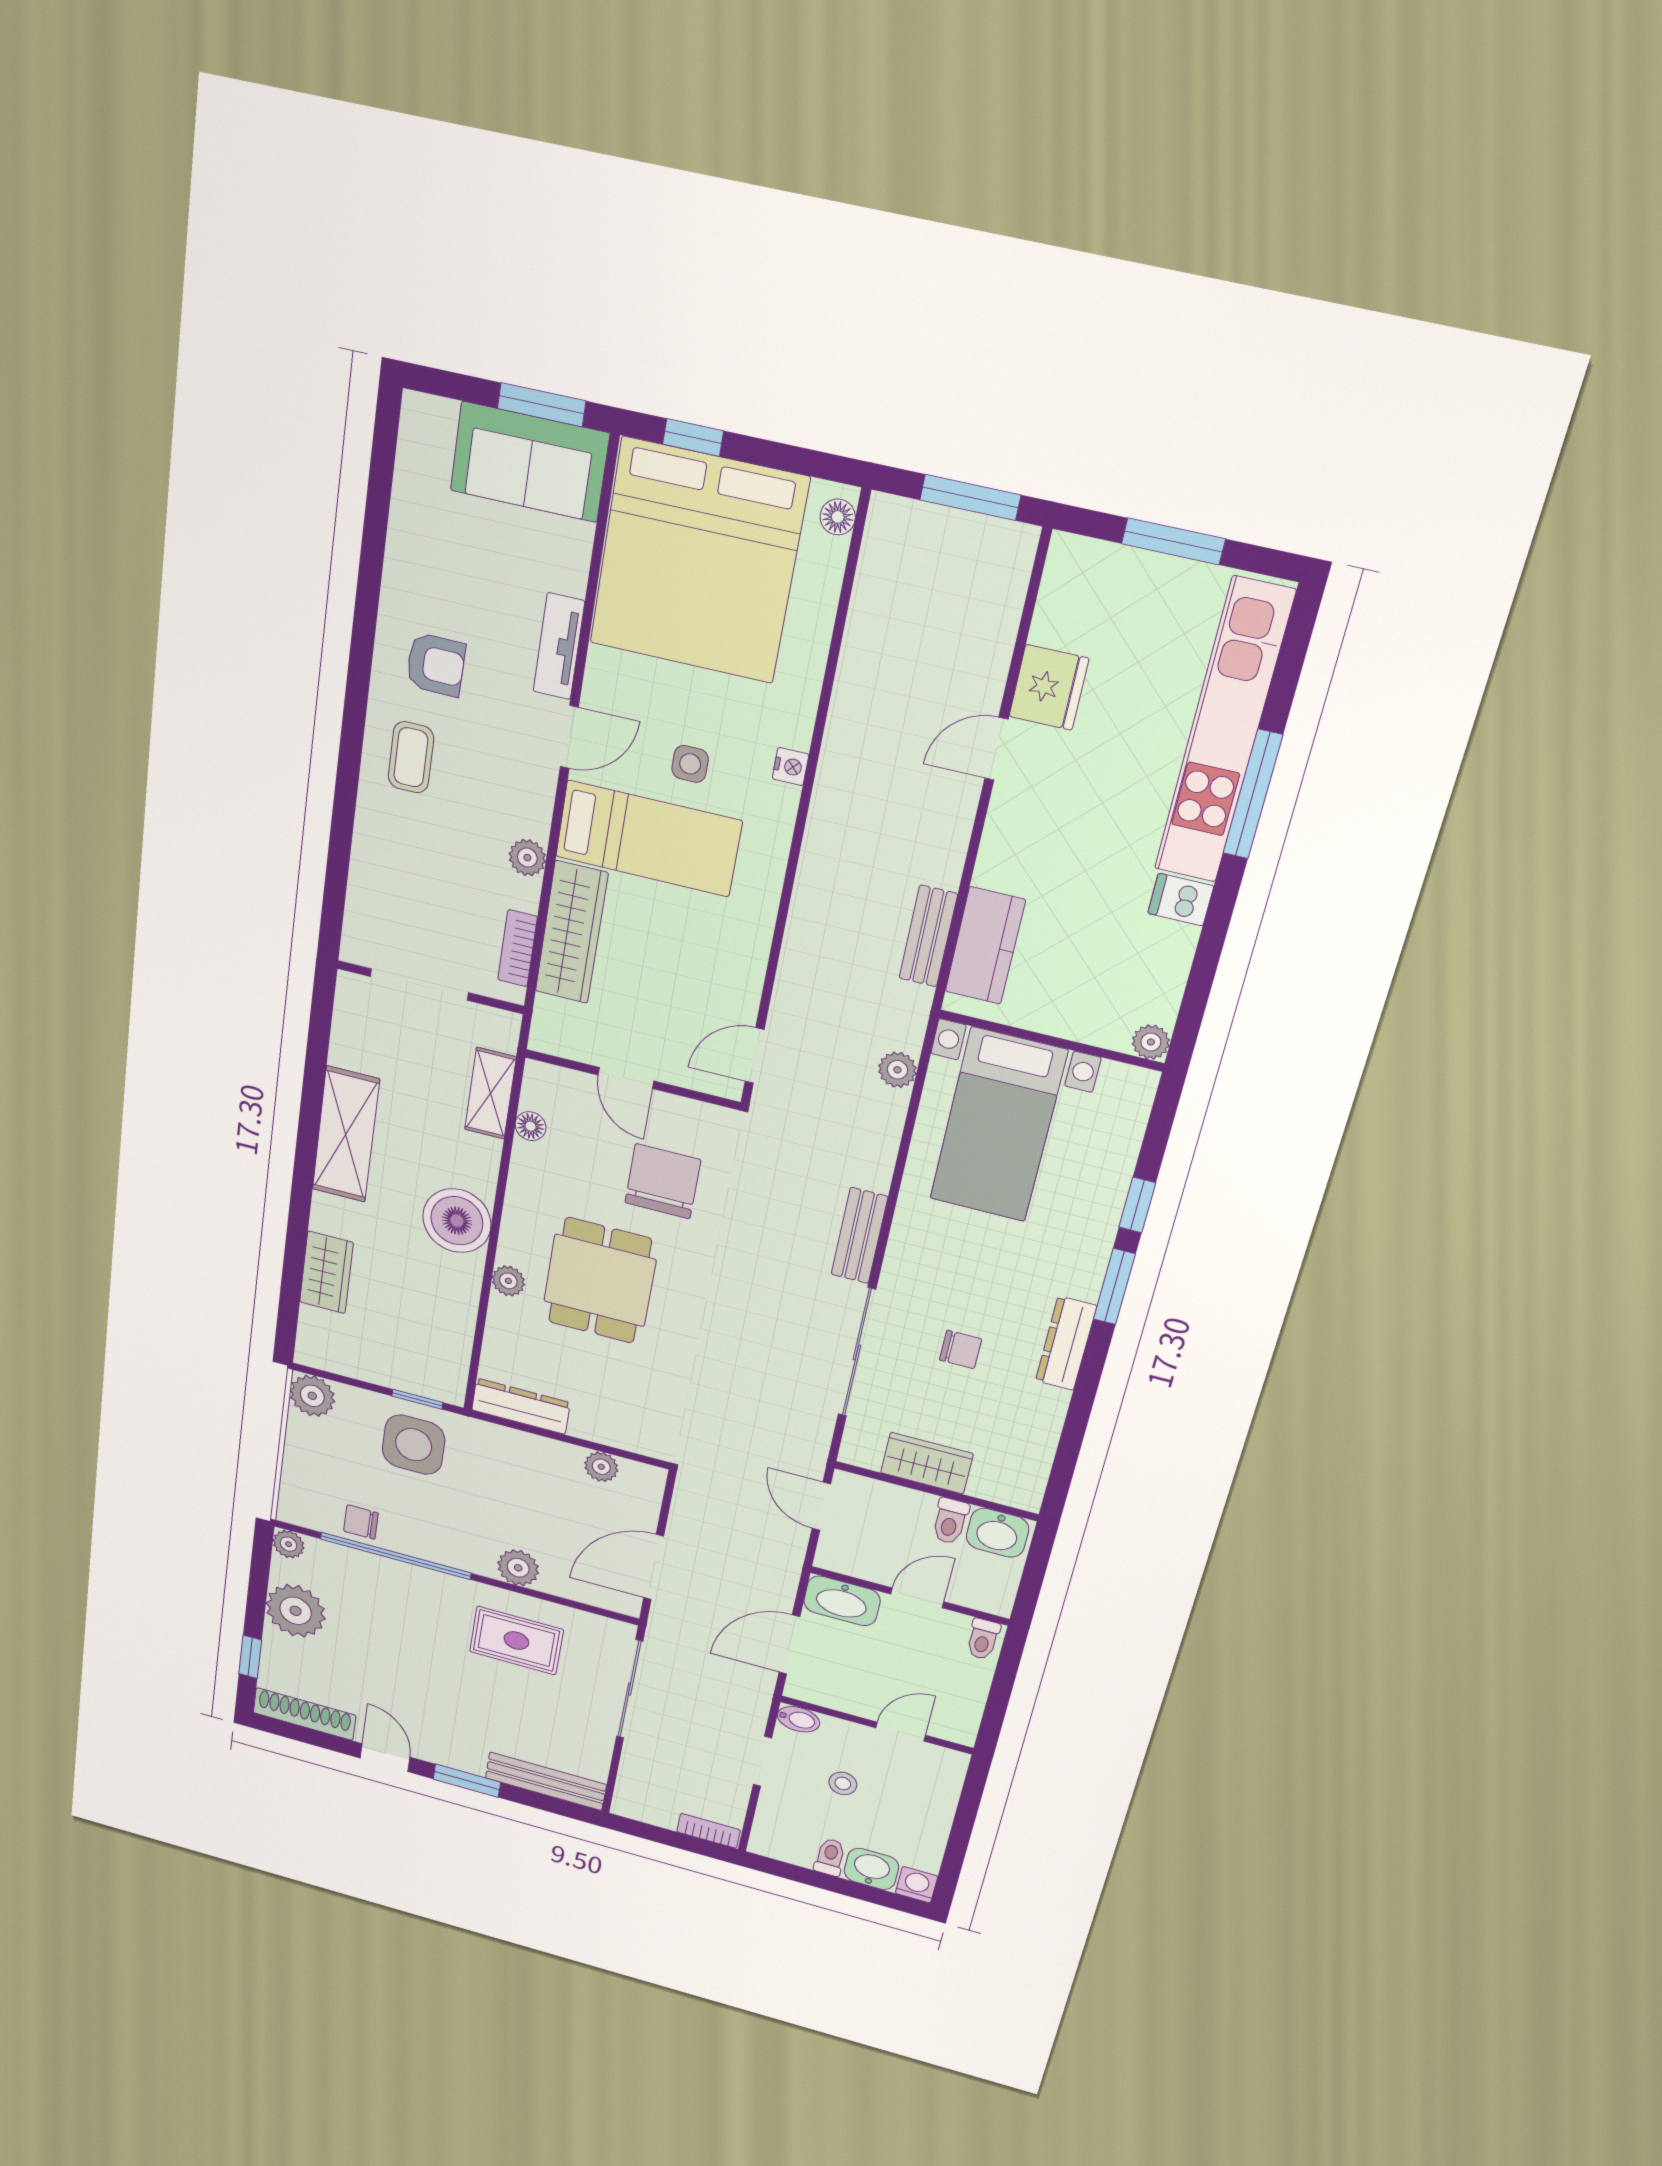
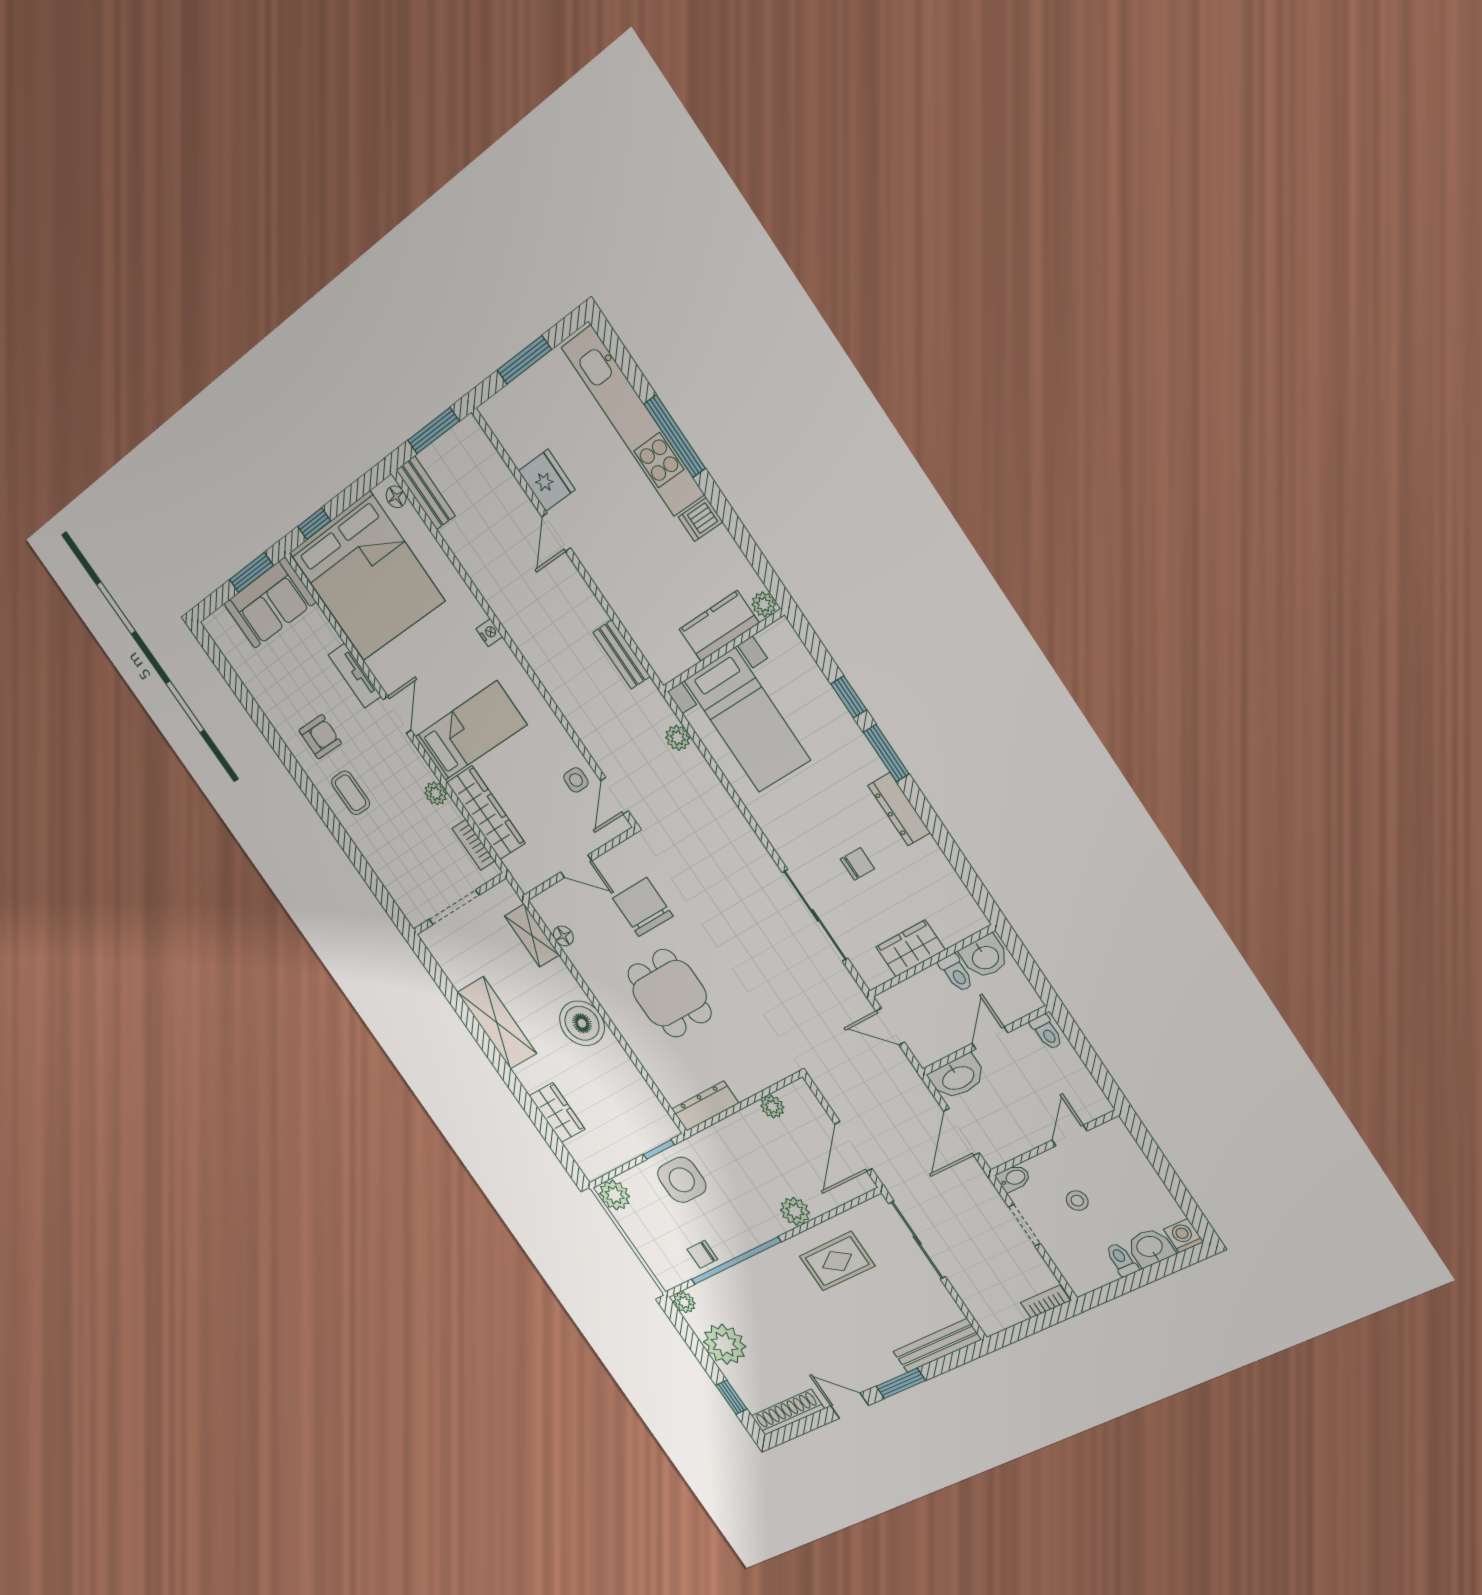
side table: (690, 764) -> (576, 780), moved
kitchen counter: (985, 946) -> (719, 626), moved, turned -90
bench: (859, 1236) -> (426, 493), moved
plant: (508, 1281) -> (633, 1035), removed

